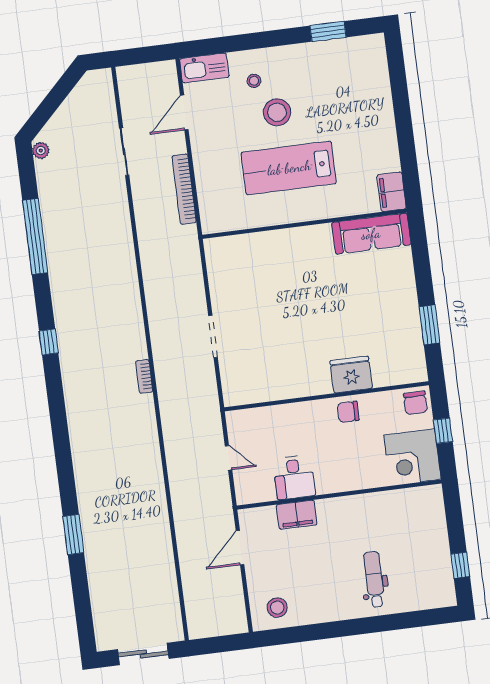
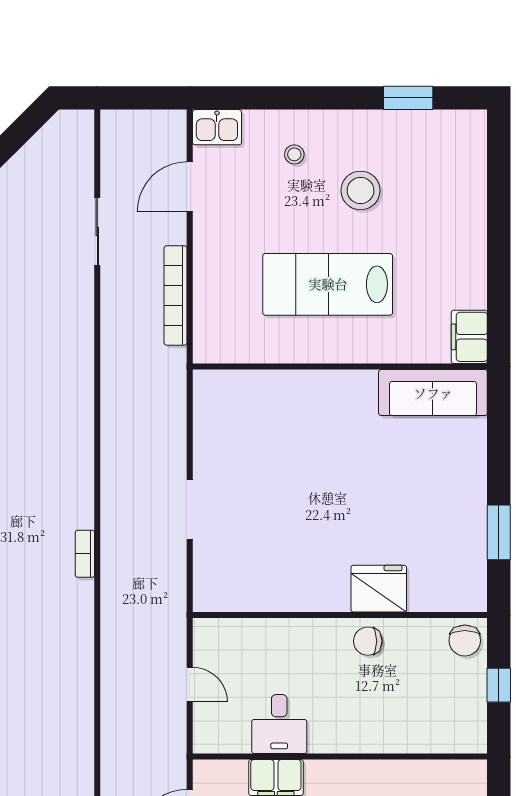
kitchen sink: (204, 68) -> (217, 127), width x0.73
stool: (277, 112) -> (361, 190), moved
corner desk: (412, 457) -> (451, 717), removed

